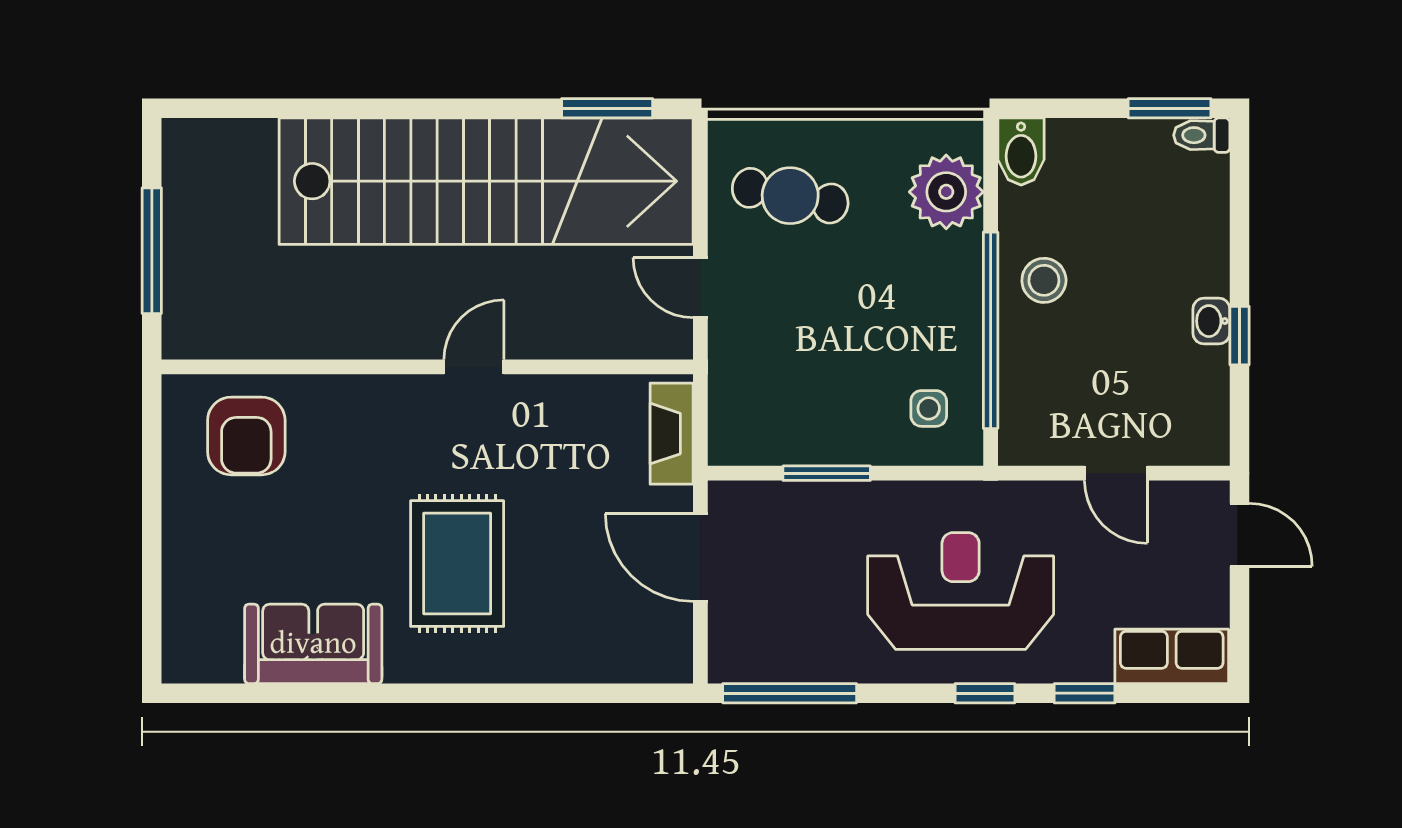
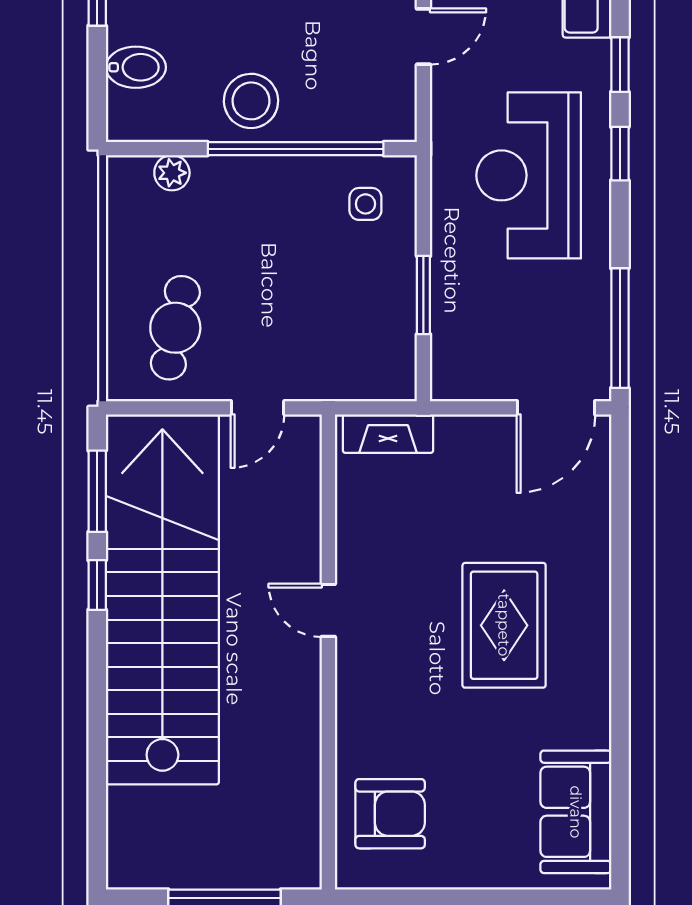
window: (502, 108) -> (97, 585), added
bidet: (1021, 151) -> (136, 67), moved
plant: (946, 192) -> (172, 173), width x0.53, depth x0.53
stool: (1044, 280) -> (251, 101), width x1.38, depth x1.38
door: (700, 558) -> (556, 408), moved
rug: (457, 564) -> (504, 625), turned 90
sofa: (313, 644) -> (576, 812), moved

